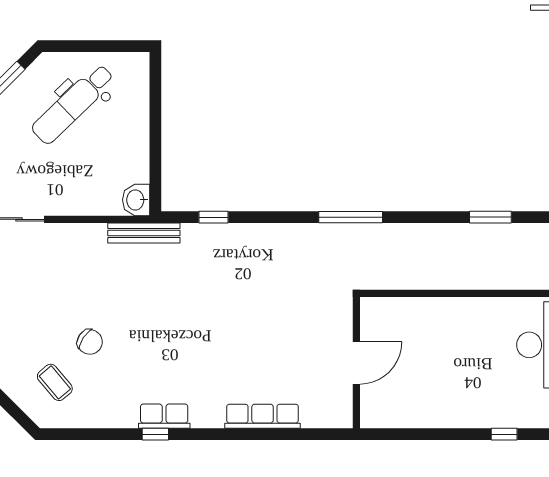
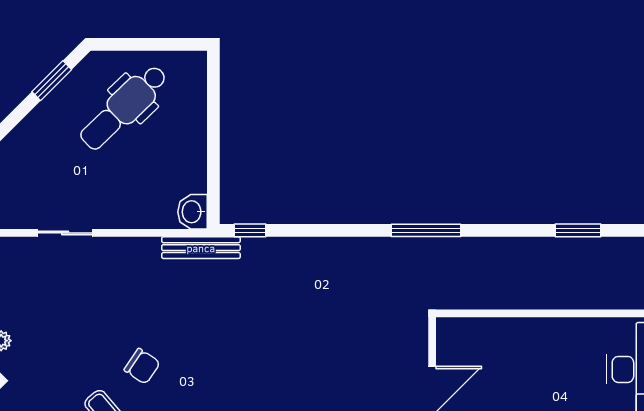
window: (213, 217) -> (250, 230), moved

